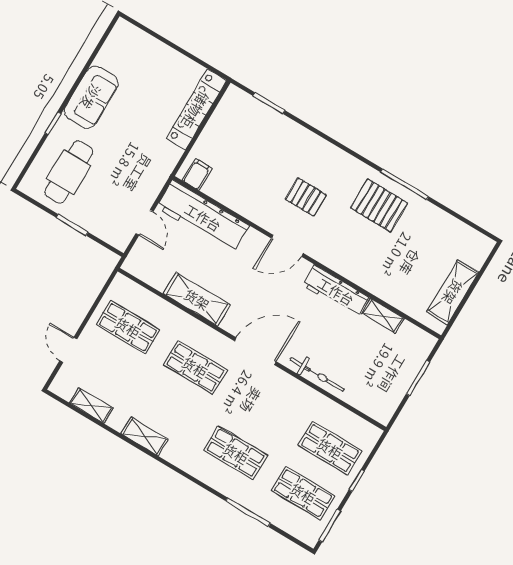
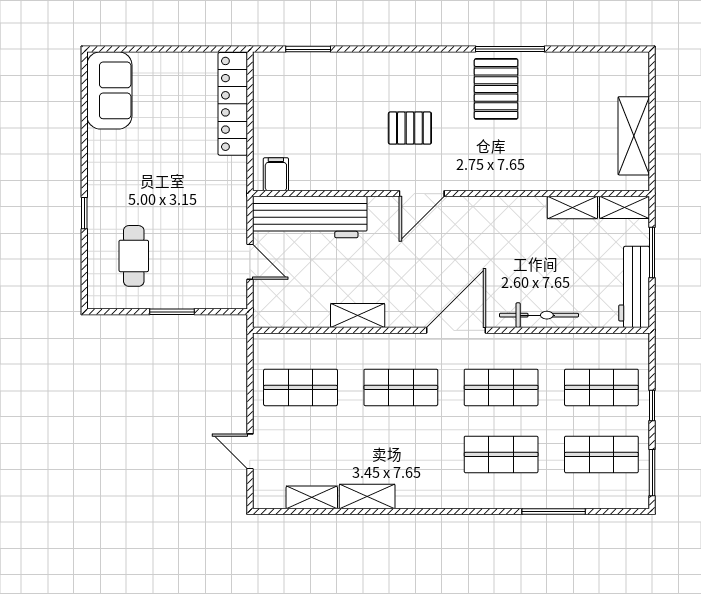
sofa: (91, 97) -> (109, 90), moved
cafe table: (69, 172) -> (134, 256), width x0.73, depth x0.74
pallet: (379, 205) -> (496, 89), turned 90
workbench: (336, 291) -> (634, 287), moved, turned 90
shelving: (197, 299) -> (358, 315), width x0.67, depth x0.75
shelving: (418, 337) -> (624, 207), added
shop shelf: (263, 408) -> (501, 387), added
shelving: (145, 437) -> (367, 496), moved

